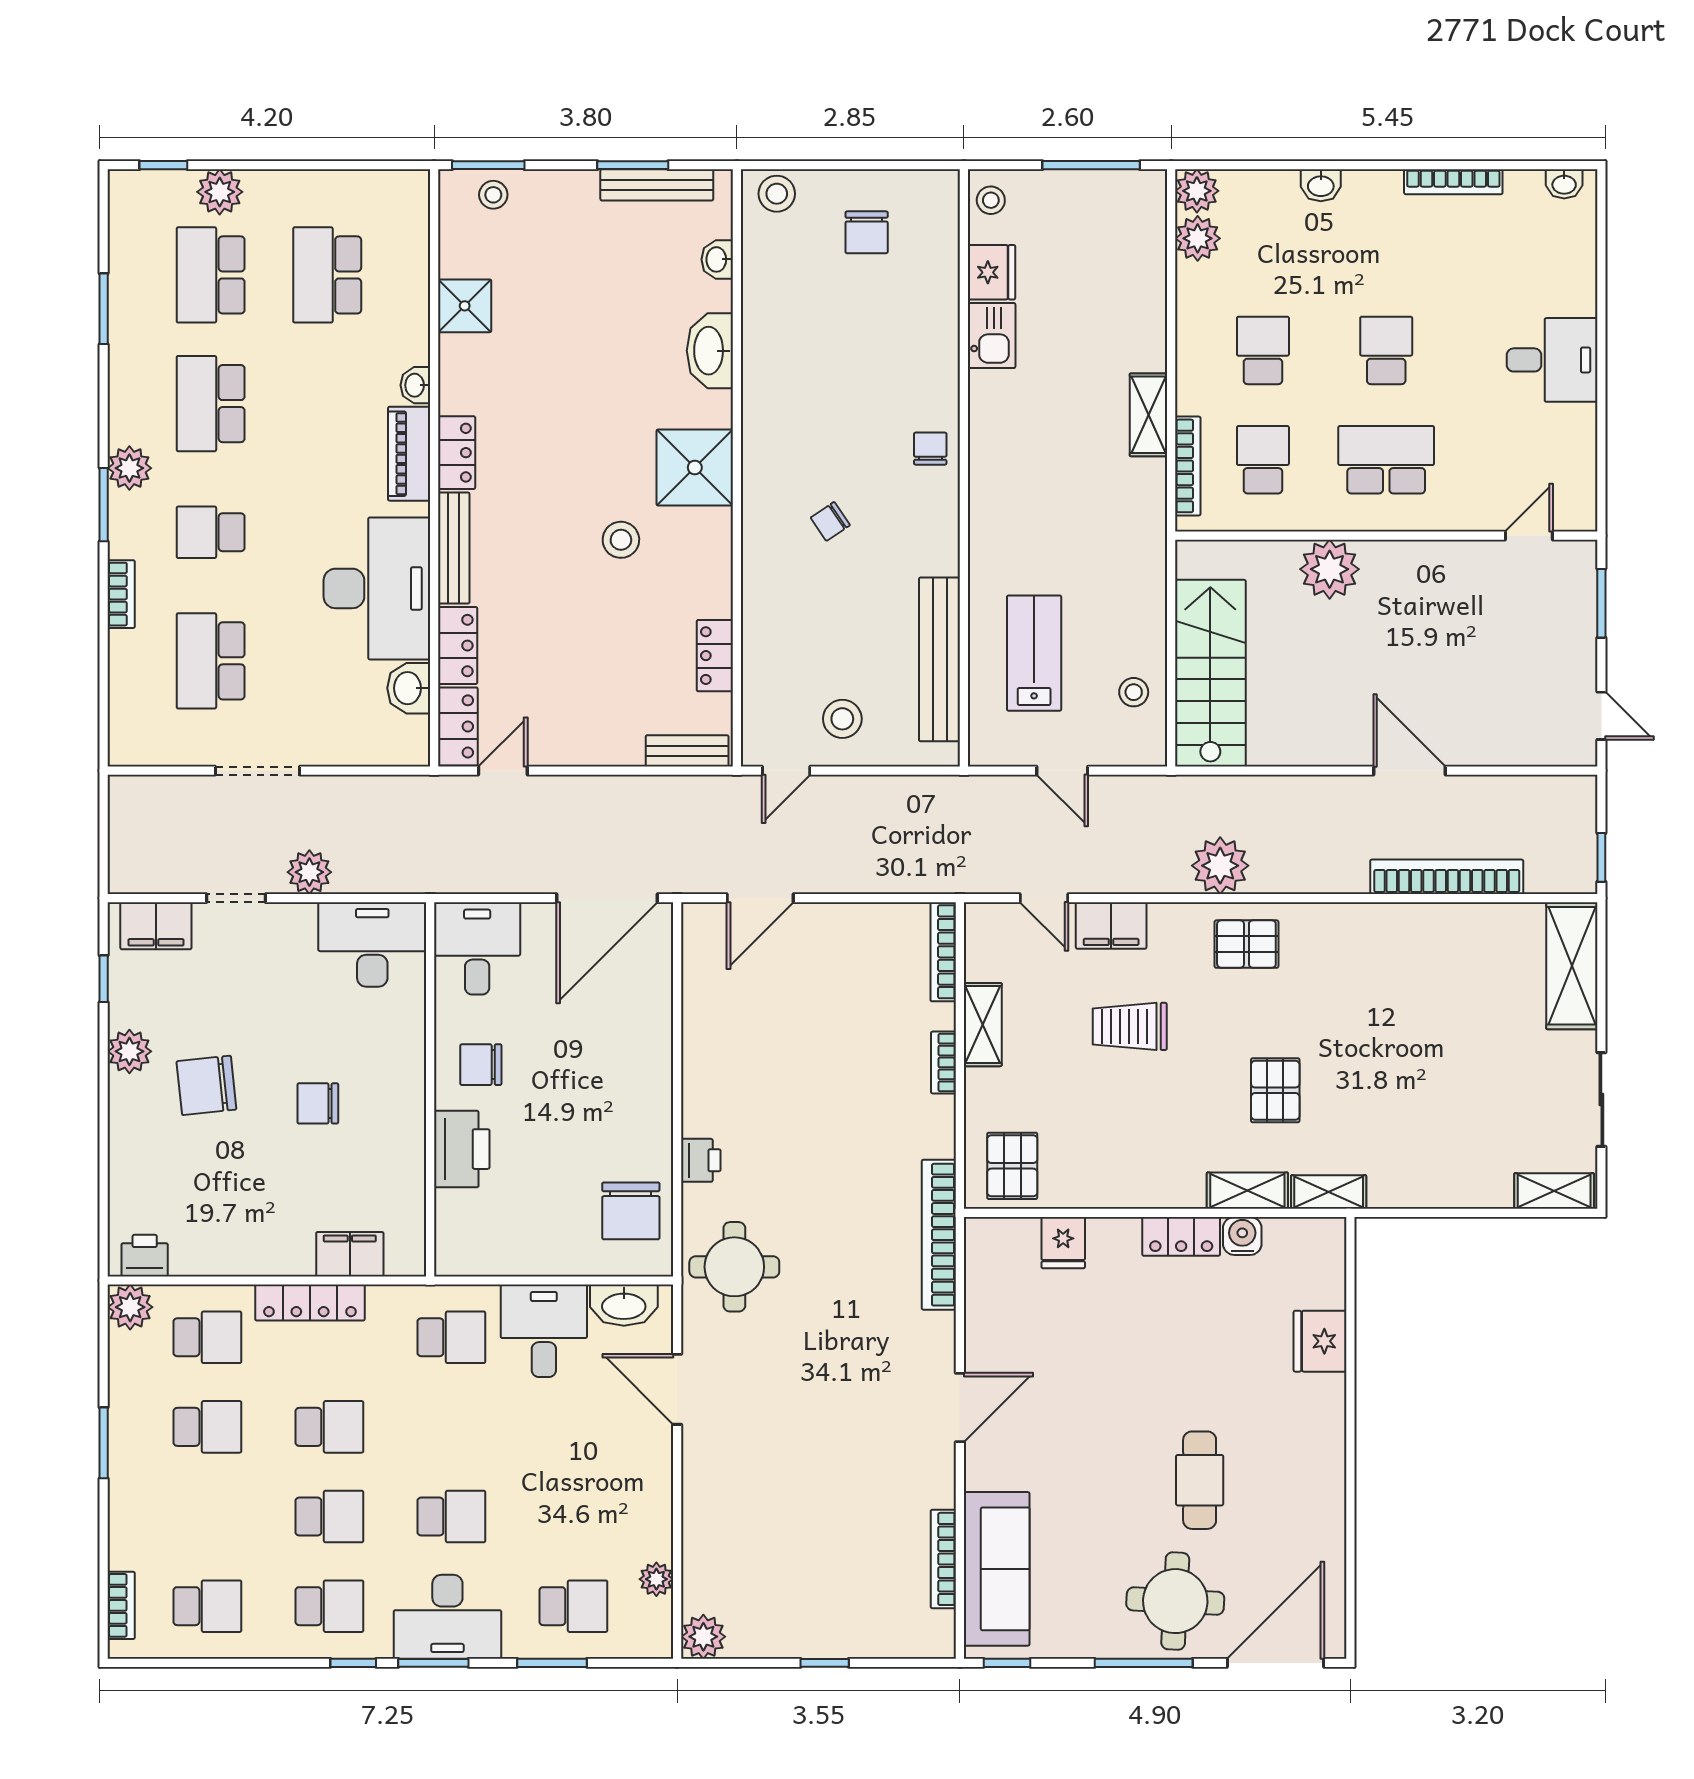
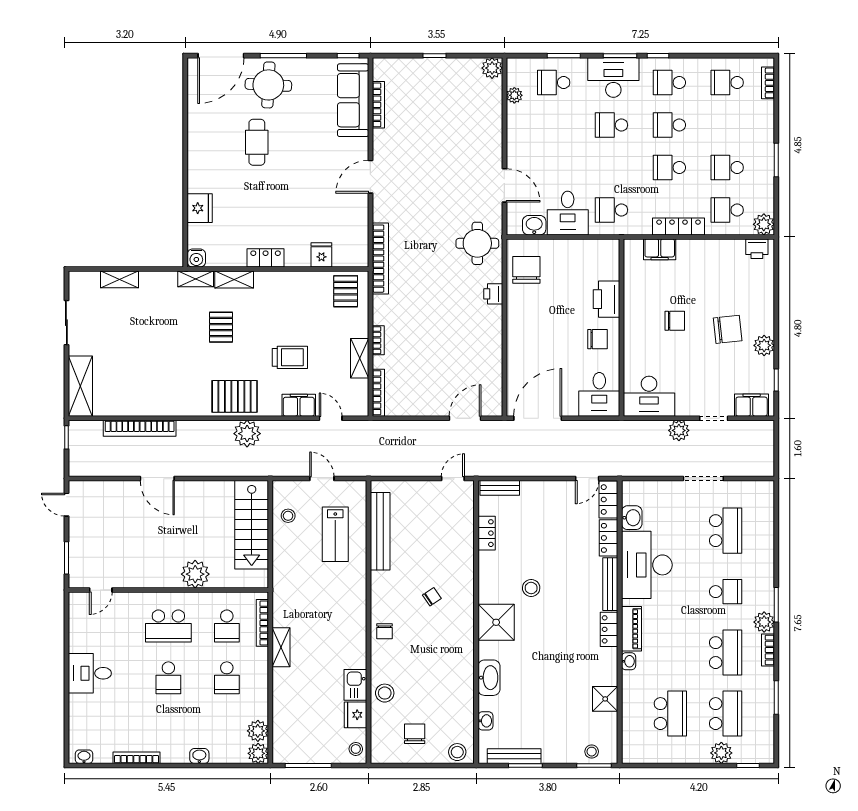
bookcase: (121, 594) -> (768, 650), moved
stool: (842, 719) -> (385, 693), moved
pallet: (1246, 944) -> (235, 396), width x1.50, depth x1.42
shelving: (1554, 1191) -> (119, 279), moved
water cooler: (1242, 1236) -> (196, 258), moved
washbasin: (624, 1305) -> (534, 225), width x0.72

